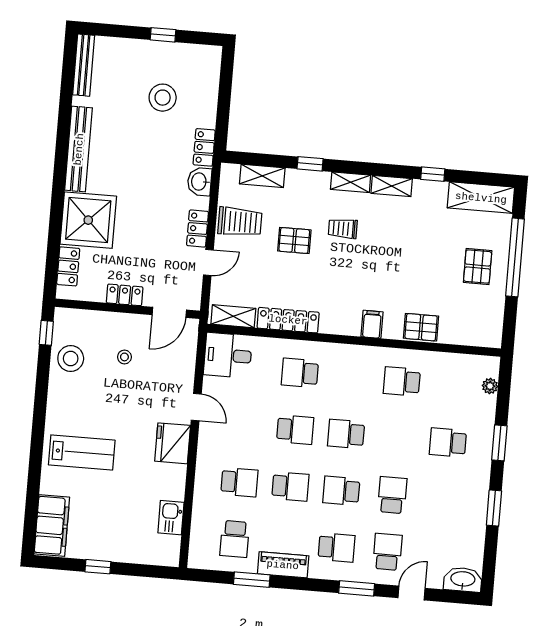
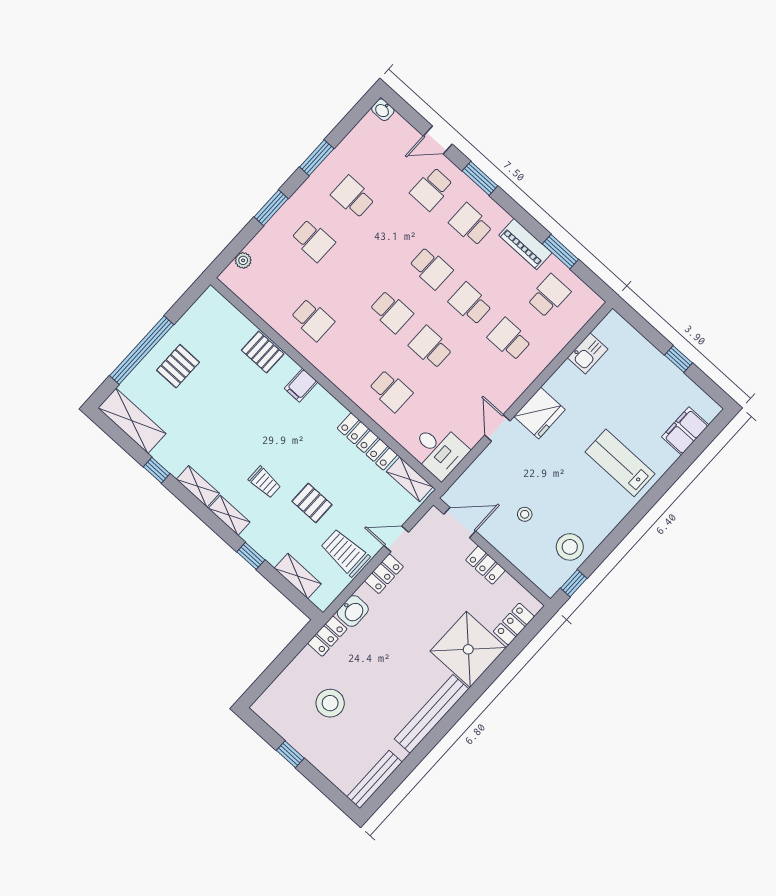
school desk: (392, 495) -> (353, 197), moved, turned 90
filing cabinet: (52, 525) -> (685, 431), width x0.67, depth x0.86
washbasin: (463, 580) -> (383, 110), width x0.52, depth x0.69

